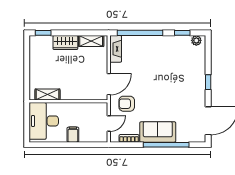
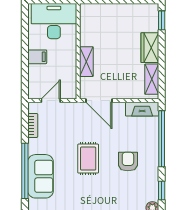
rug: (156, 93) -> (88, 159), added
shelving: (47, 94) -> (86, 62), moved
armchair: (127, 104) -> (128, 162), moved
door: (109, 123) -> (51, 101), swing flipped
sofa: (158, 132) -> (41, 176), moved

